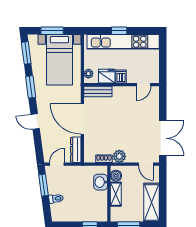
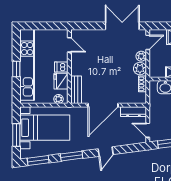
plant: (132, 158) -> (141, 56), added
boiler: (116, 176) -> (159, 72), removed

